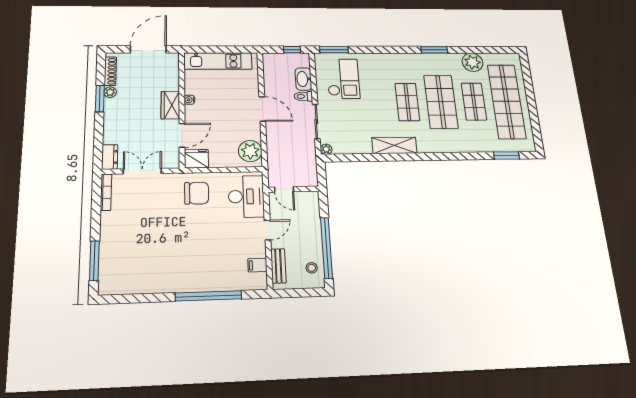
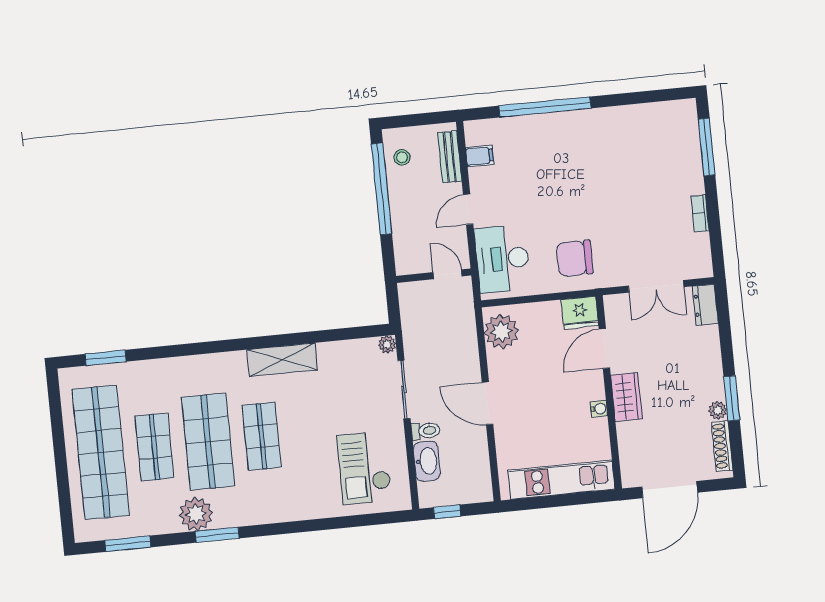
window: (334, 50) -> (128, 544), moved
plant: (472, 62) -> (196, 514), moved
bookcase: (106, 192) -> (700, 213), moved, width x0.64

